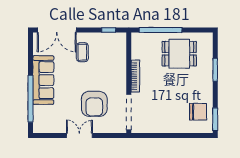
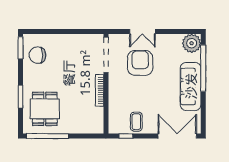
window: (161, 30) -> (48, 136), moved
coffee table: (82, 52) -> (136, 122), moved
dining table: (179, 54) -> (45, 109), moved, turned 90
plant: (42, 124) -> (192, 43), added
double door: (79, 136) -> (142, 32), moved

